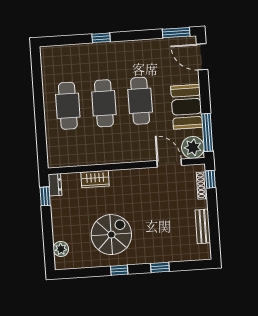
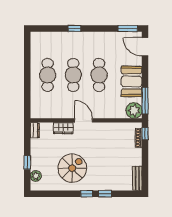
door: (169, 163) -> (83, 120), moved
window: (45, 196) -> (27, 162), moved
bench: (203, 226) -> (137, 178), moved
window: (119, 270) -> (87, 194), moved

